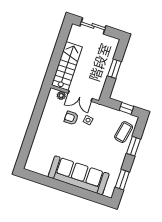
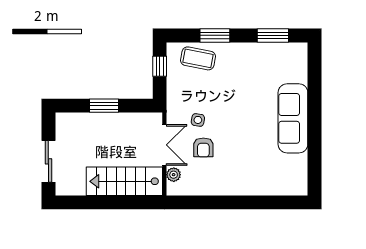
sofa: (79, 175) -> (293, 118), width x0.74, depth x0.79

